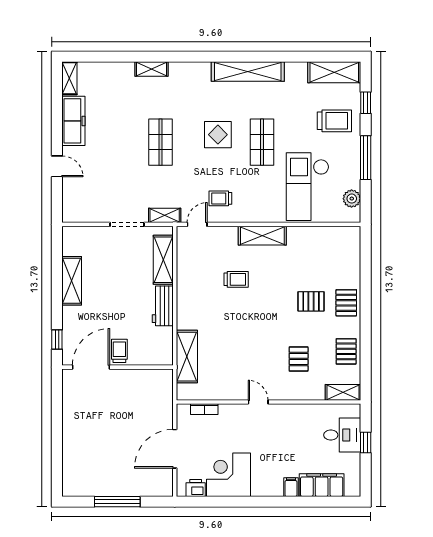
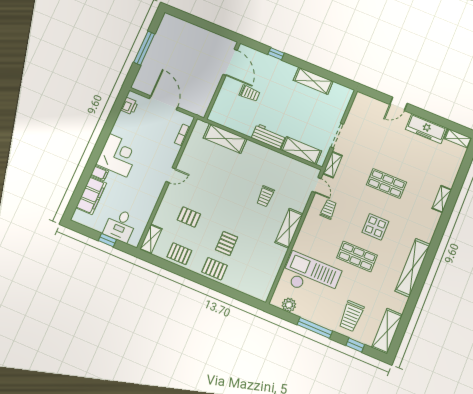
door: (91, 367) -> (230, 62), moved
wall: (117, 367) -> (222, 80), moved
corner desk: (228, 475) -> (118, 155), moved

